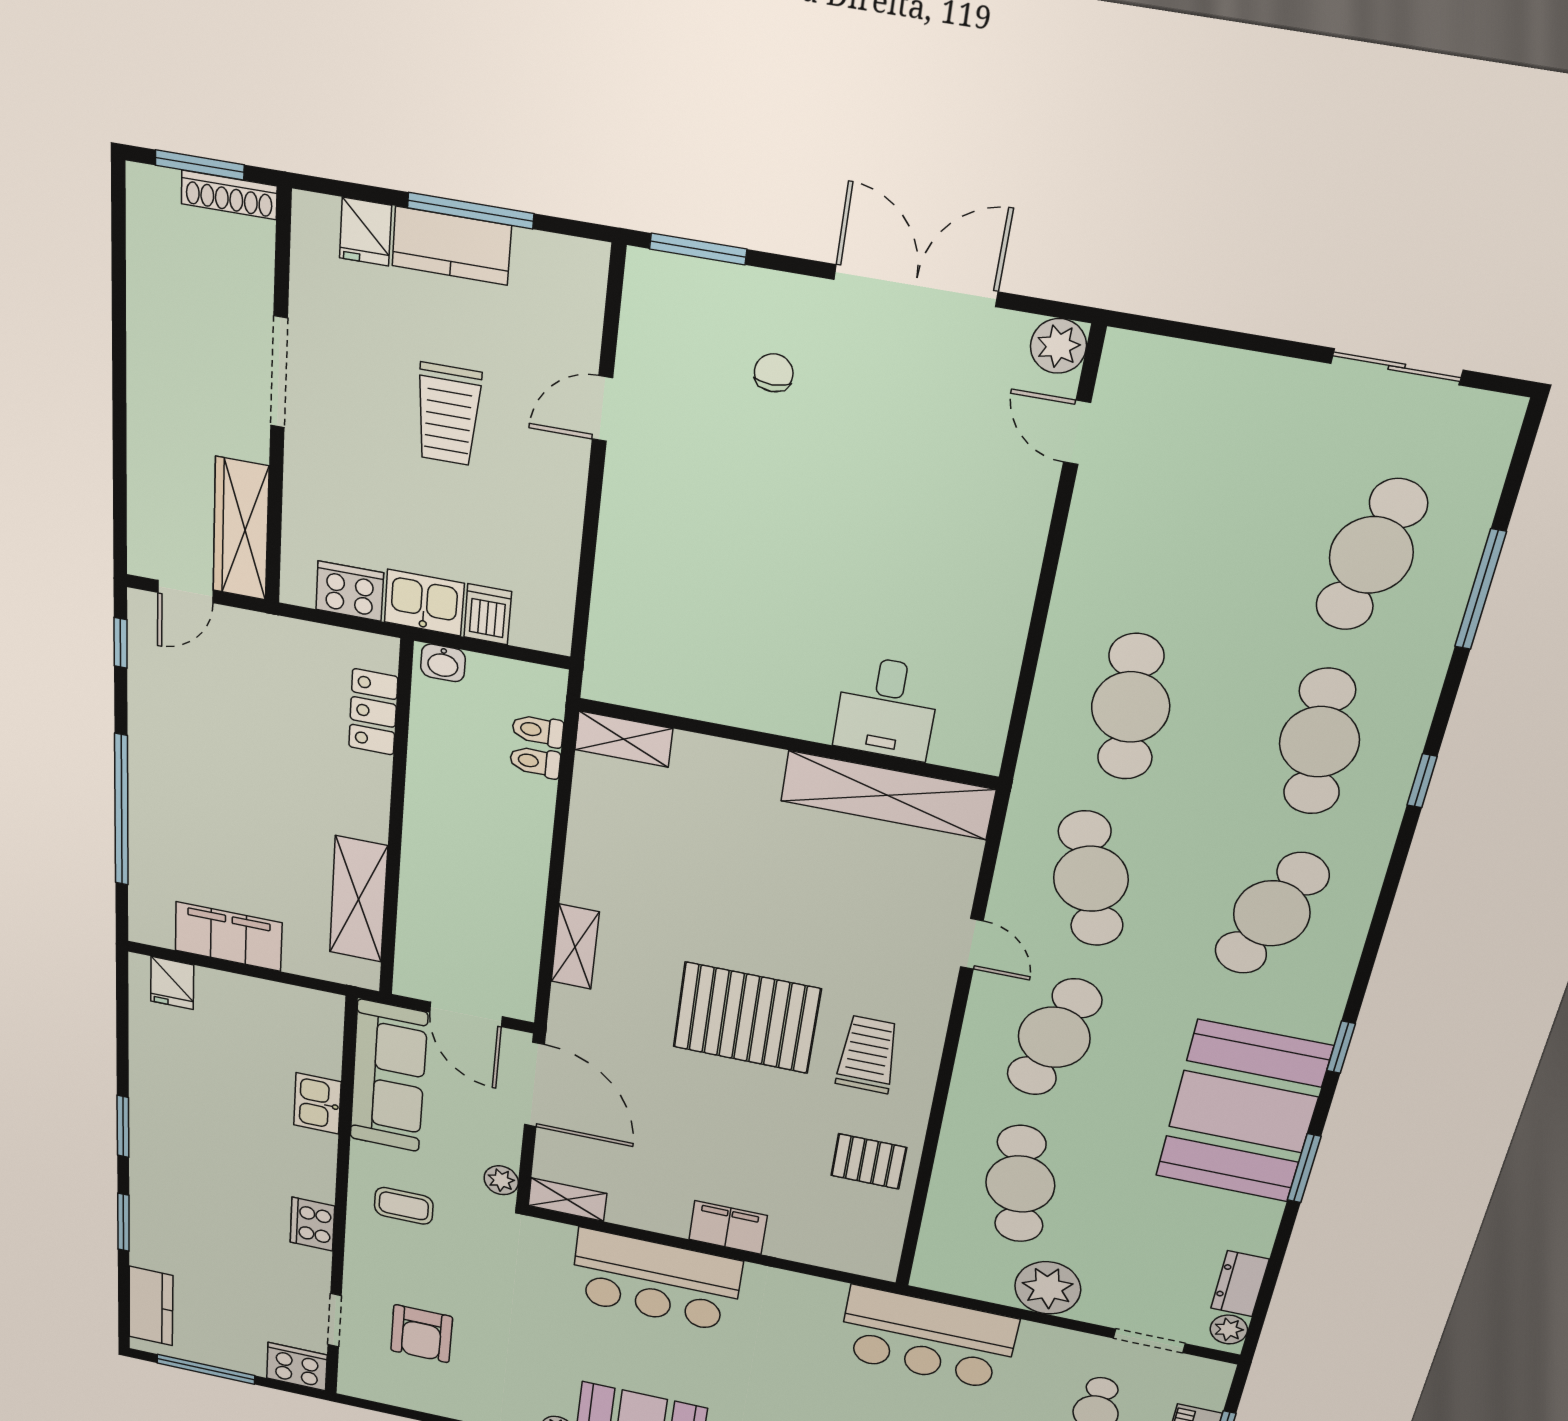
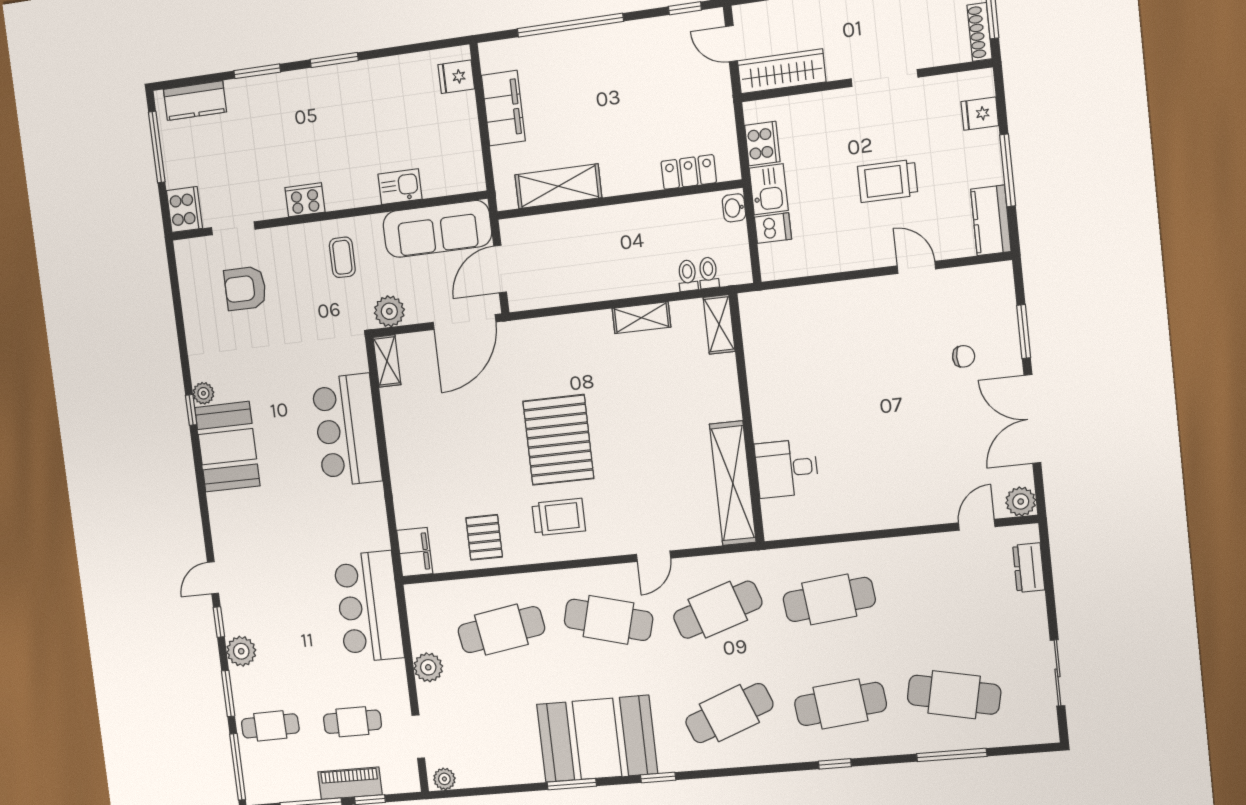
kitchen counter: (452, 246) -> (991, 220), moved
window: (698, 249) -> (1024, 331), moved
double door: (916, 286) -> (1032, 419), swing flipped
cafe table: (1272, 913) -> (729, 713), turned -42
shelving: (575, 947) -> (641, 318), moved
plant: (501, 1180) -> (389, 311), width x1.38, depth x1.38
filing cabinet: (728, 1227) -> (415, 552), moved
dresser: (1240, 1284) -> (1029, 568), moved, turned -90
plant: (1048, 1288) -> (428, 667), width x0.73, depth x0.73

